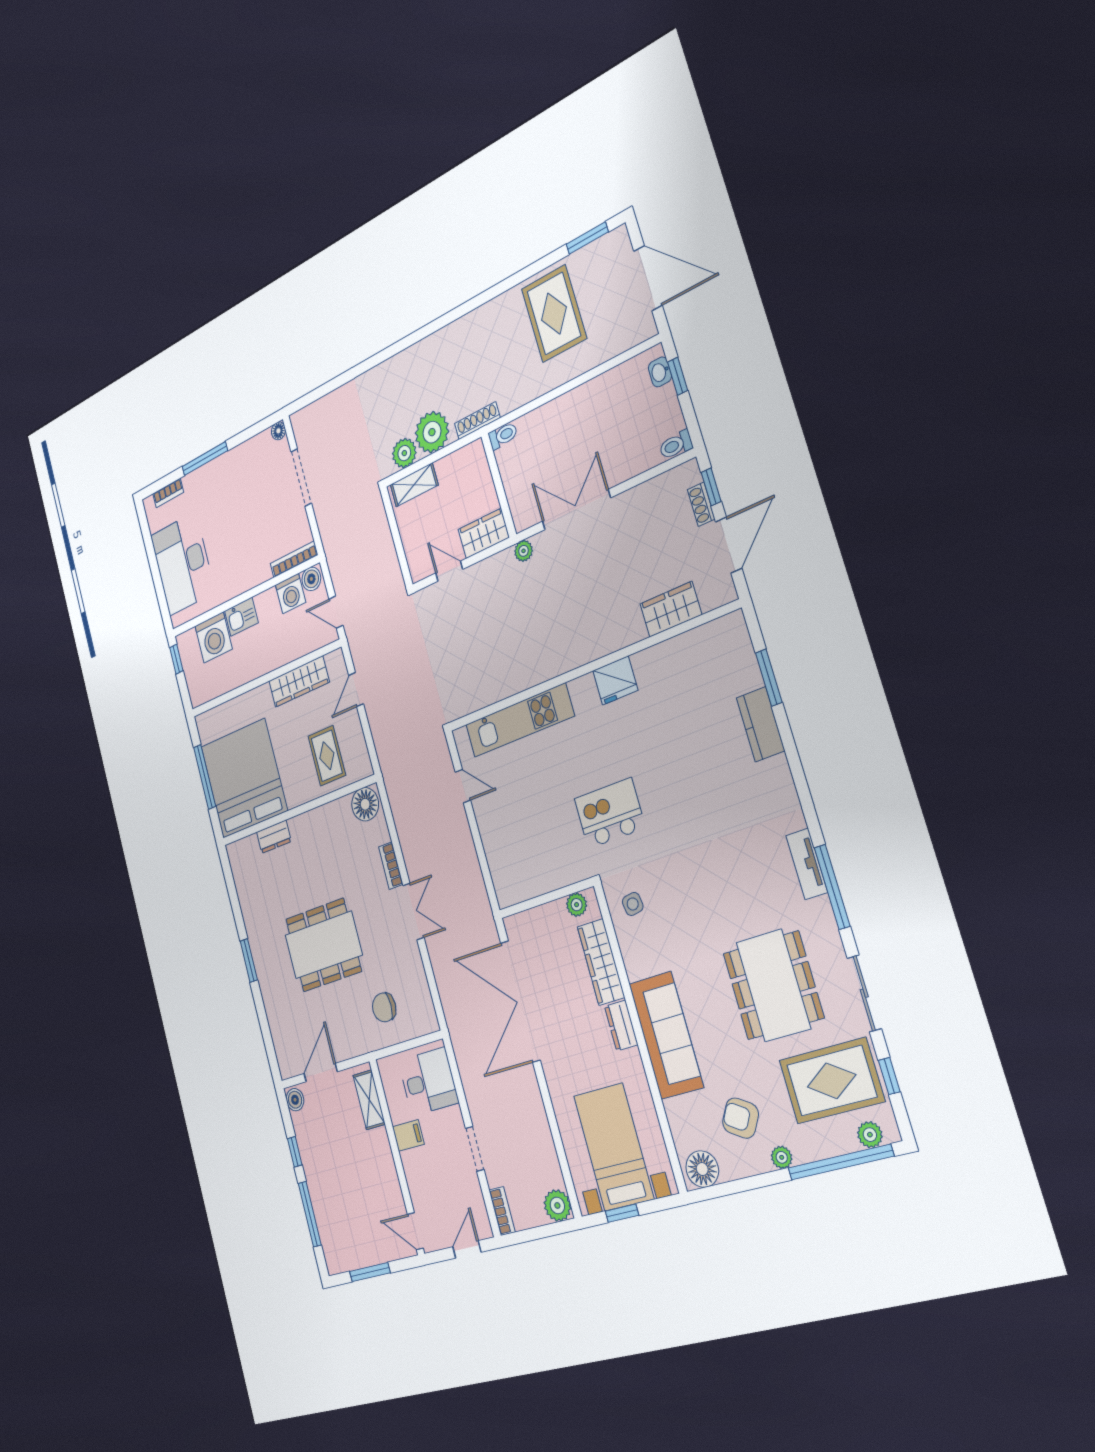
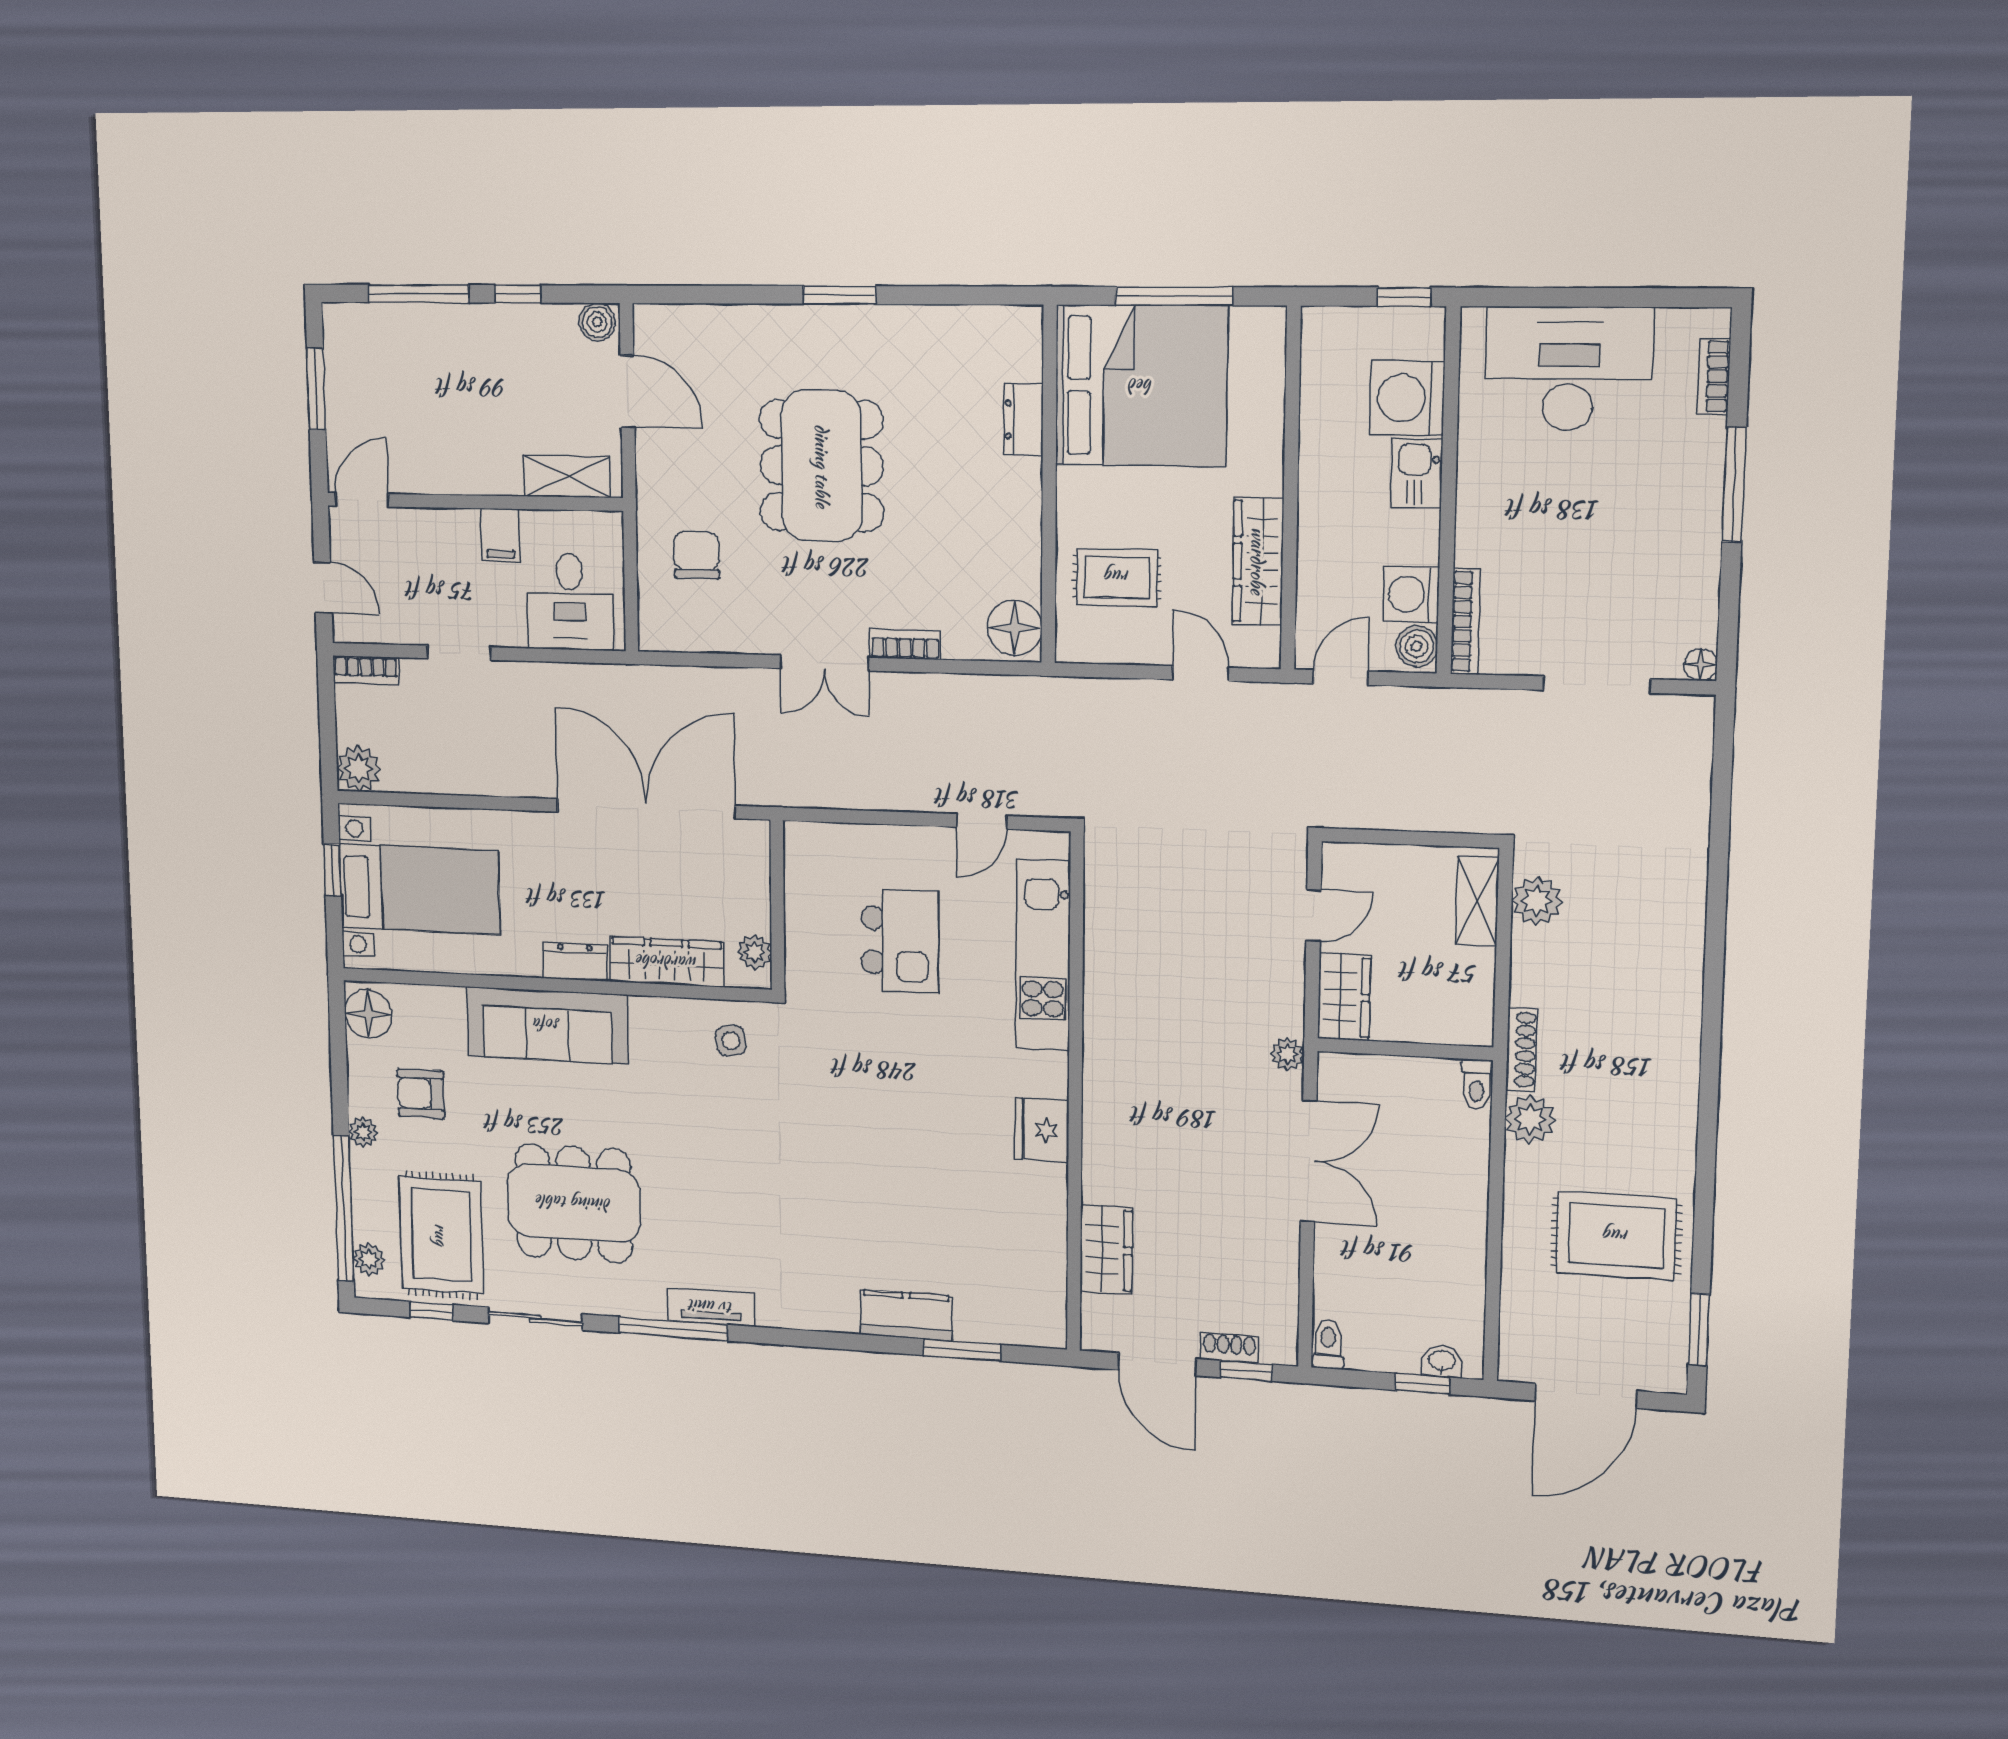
plant: (432, 432) -> (1530, 1119), moved, width x0.73, depth x0.73
kitchen island: (610, 813) -> (900, 941), moved
armchair: (741, 1118) -> (421, 1094), turned -121

